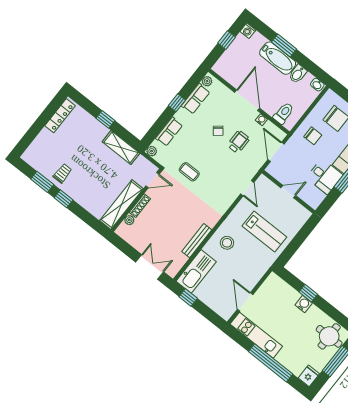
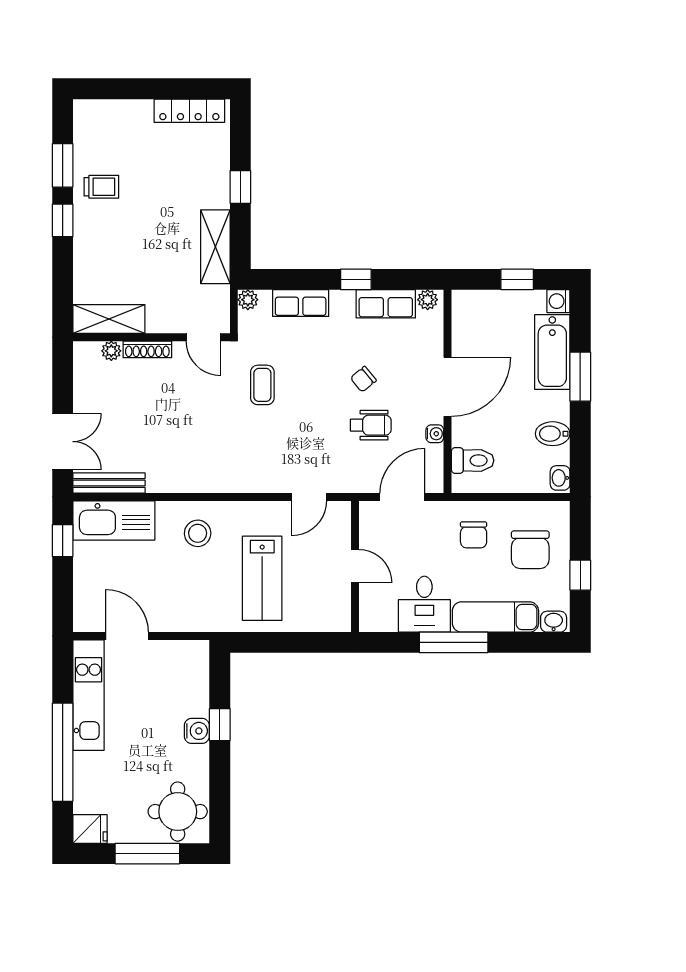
bathtub: (278, 58) -> (552, 352), moved
shelving: (121, 205) -> (109, 319), width x0.68
bench: (197, 241) -> (109, 483), moved
door: (245, 302) -> (127, 636), hinge flipped

